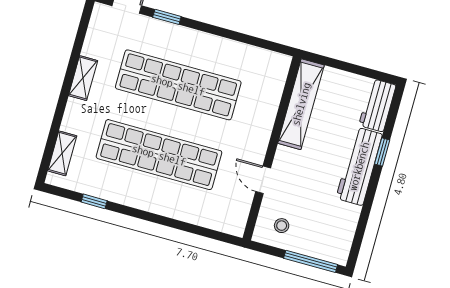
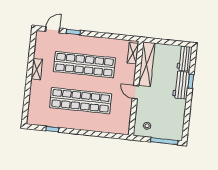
shelving: (62, 153) -> (133, 53), moved
workbench: (359, 166) -> (181, 85), width x0.73
door: (263, 180) -> (136, 92), moved

